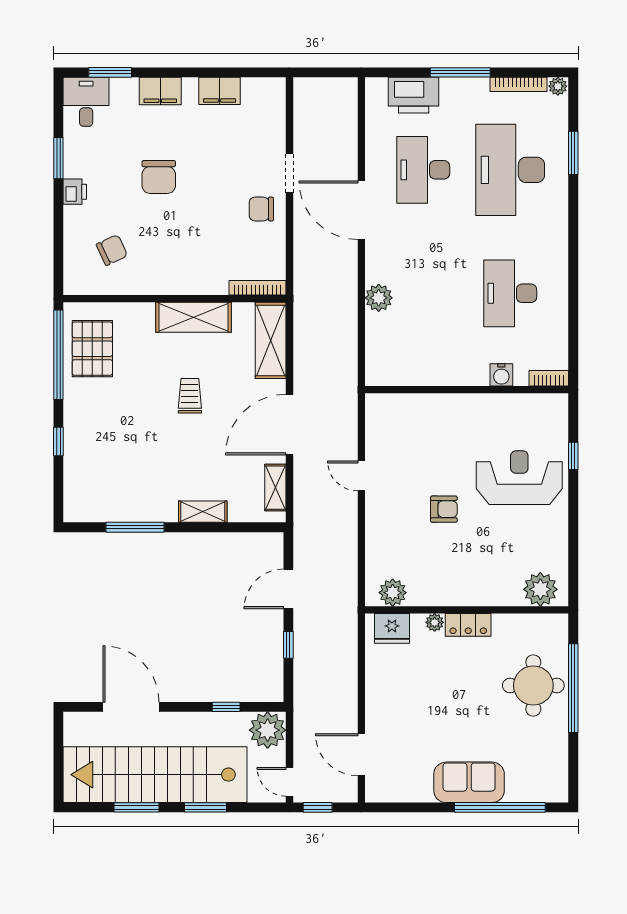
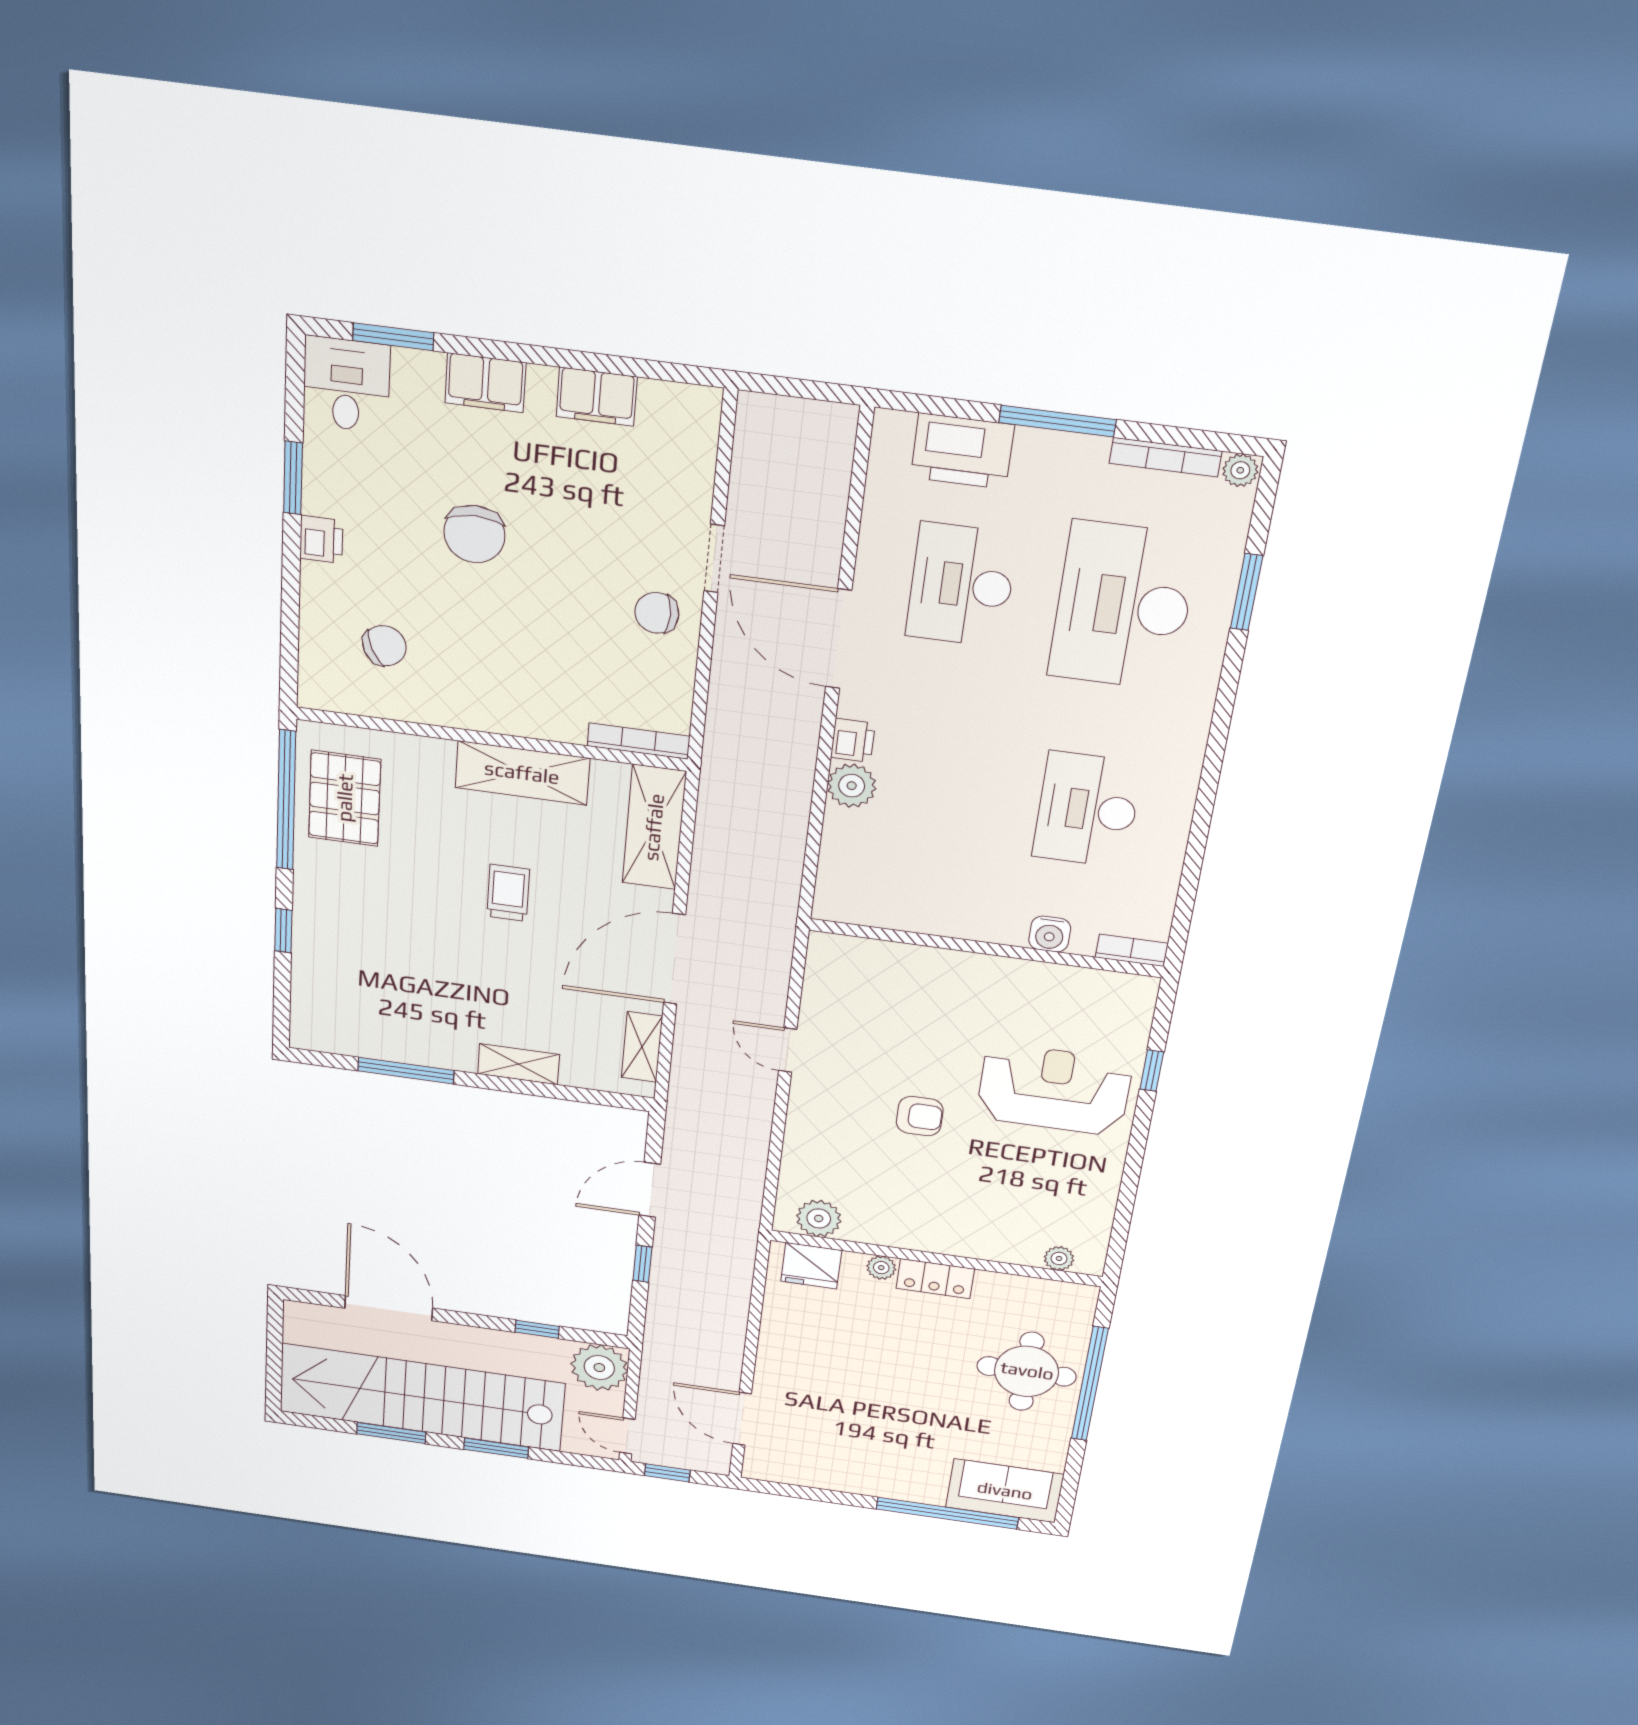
printer: (376, 270) -> (853, 740), added
plant: (540, 589) -> (1059, 1258), width x0.53, depth x0.53
sofa: (469, 782) -> (1005, 1491), moved

